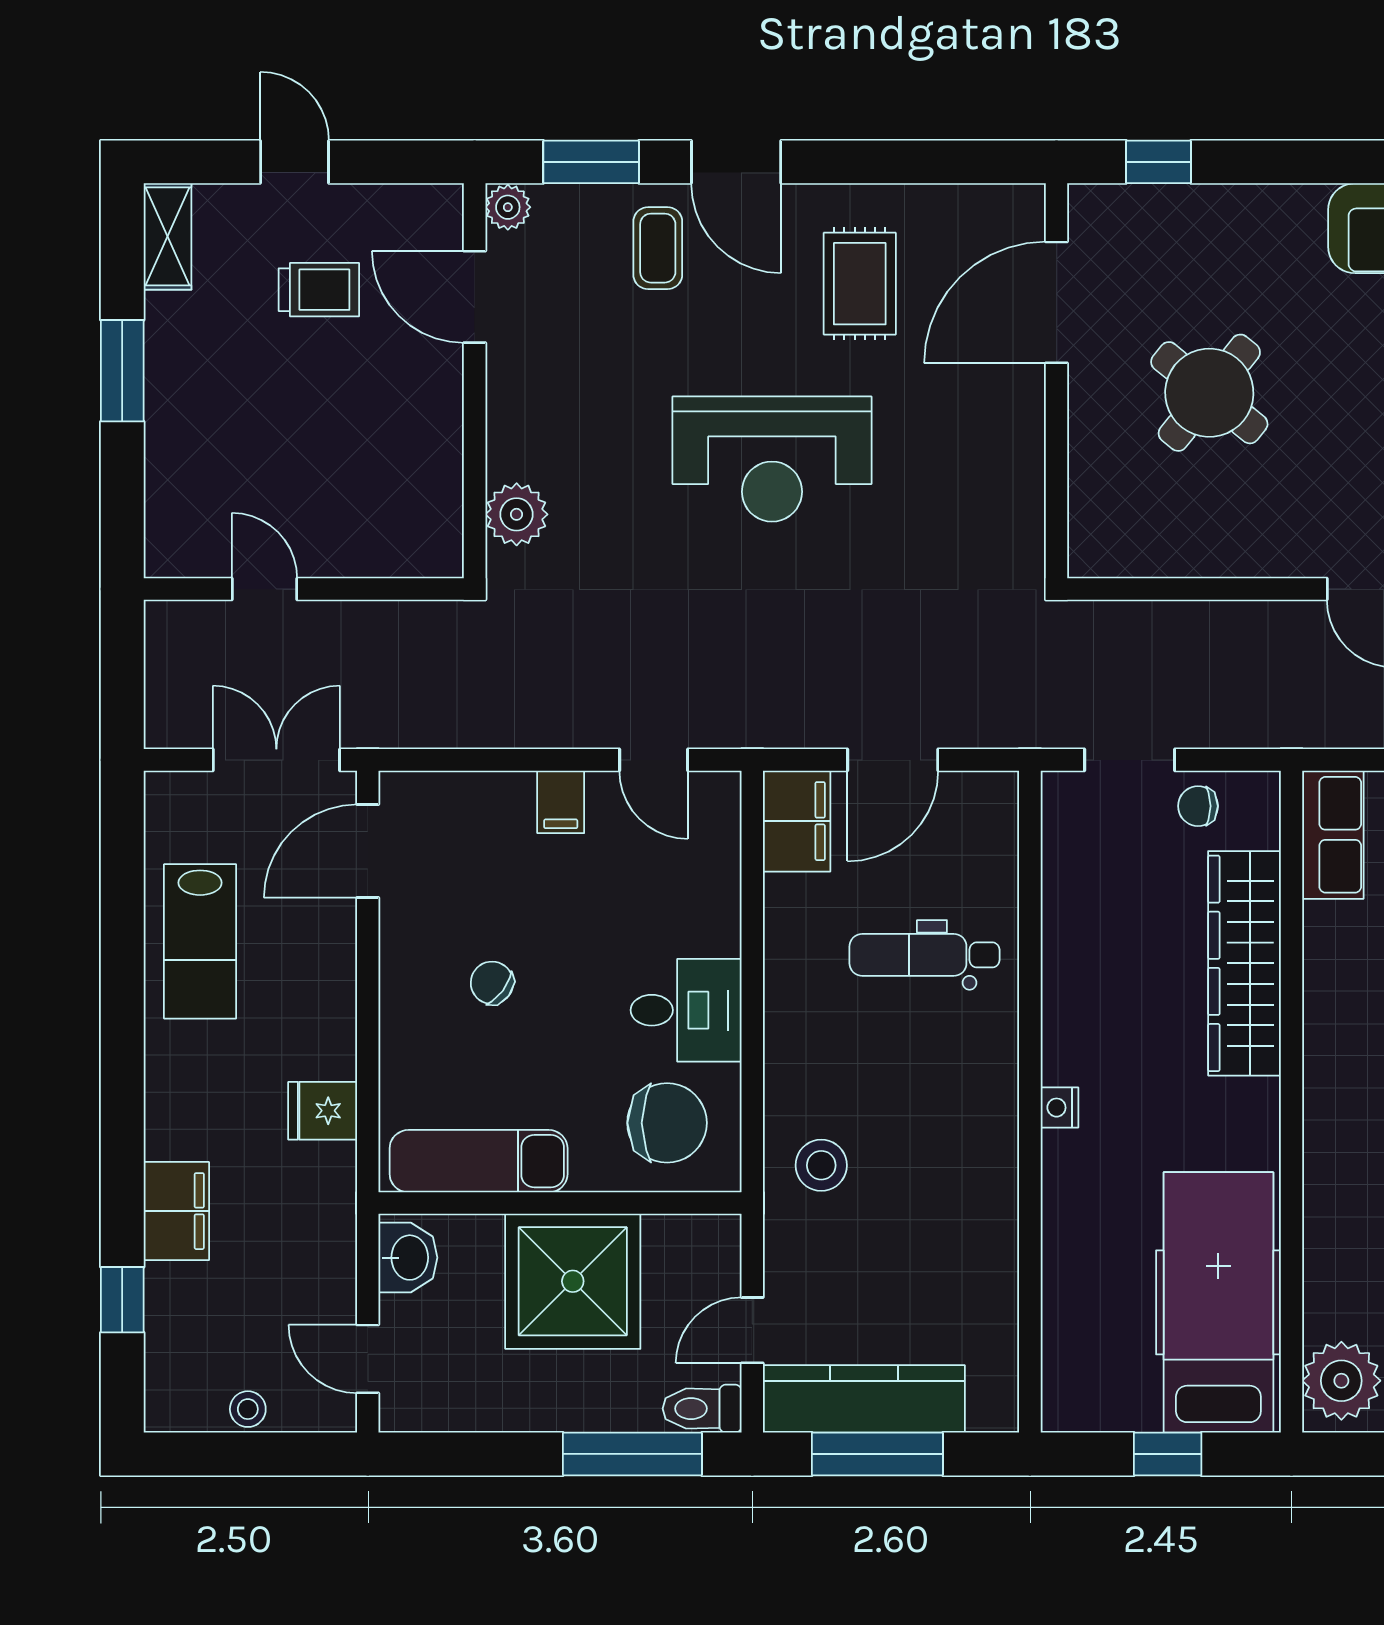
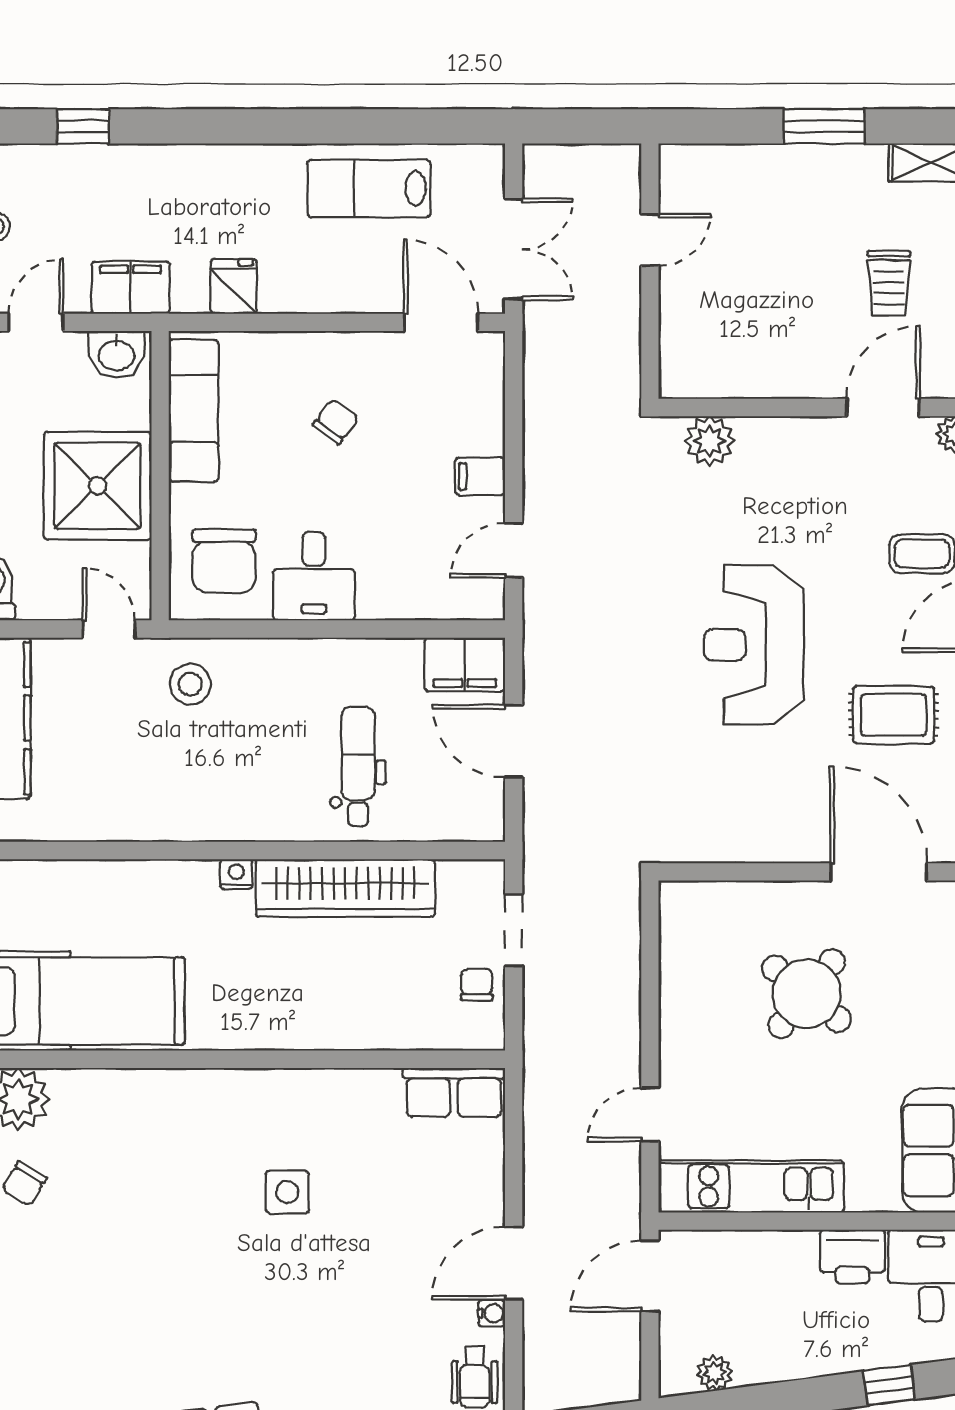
wardrobe: (1244, 963) -> (345, 888), moved, turned 180
filing cabinet: (176, 1211) -> (131, 288), moved, turned 180
door: (752, 1330) -> (109, 629), moved

